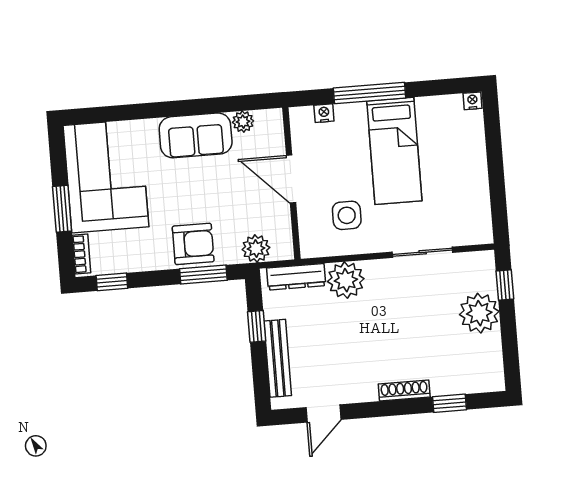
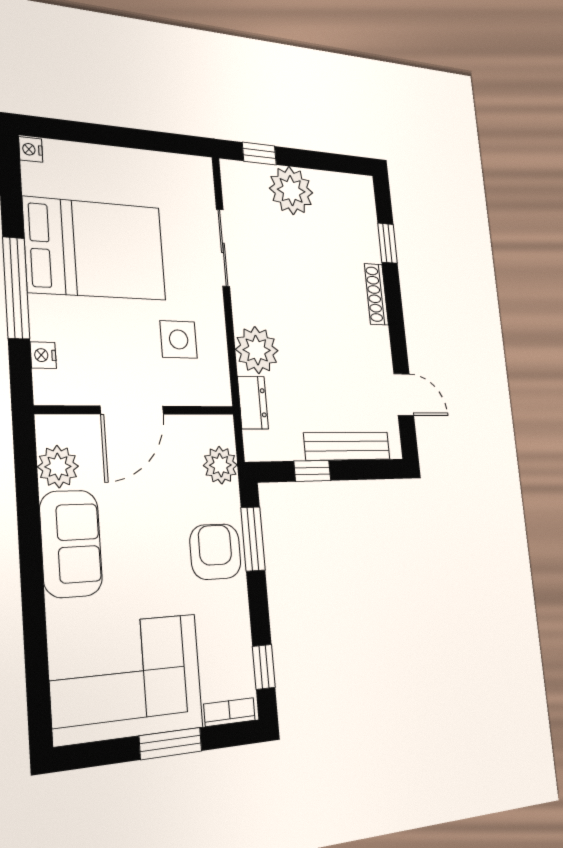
plant: (243, 122) -> (58, 467), width x1.38, depth x1.38
bed: (394, 151) -> (95, 249), width x1.50
dresser: (296, 277) -> (253, 403), width x0.70

